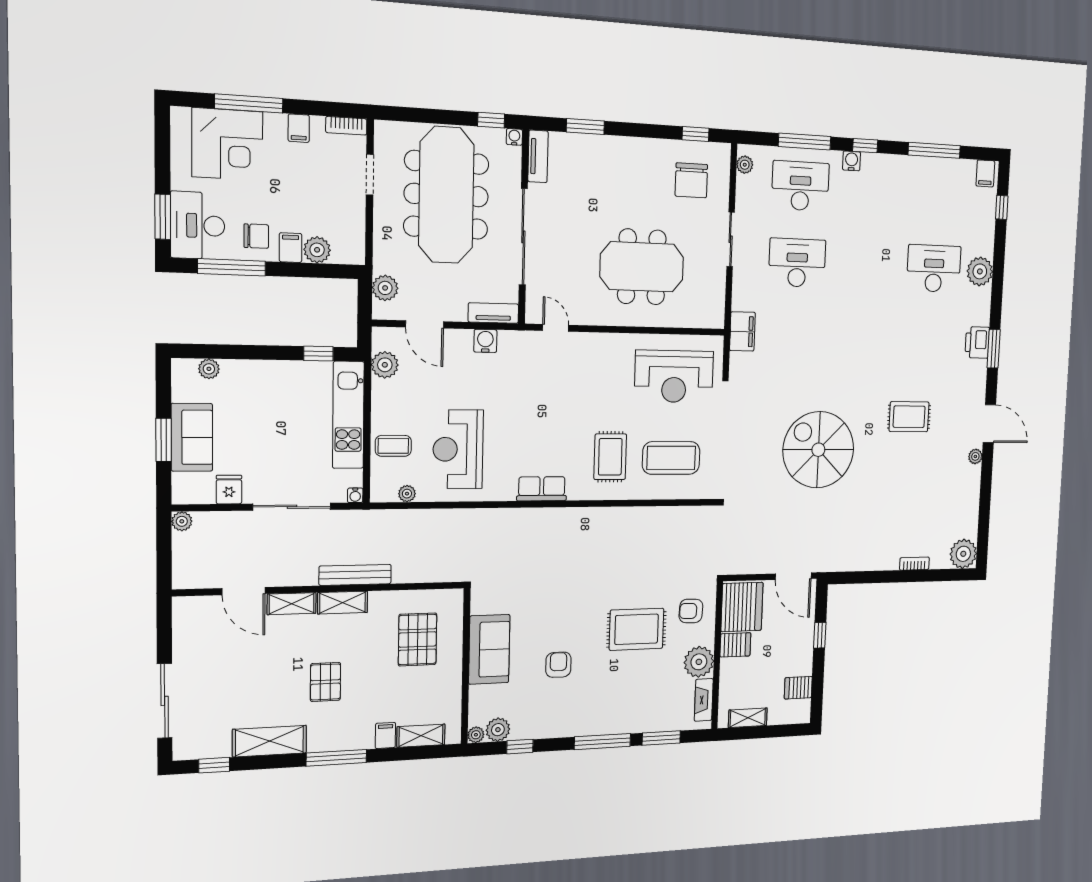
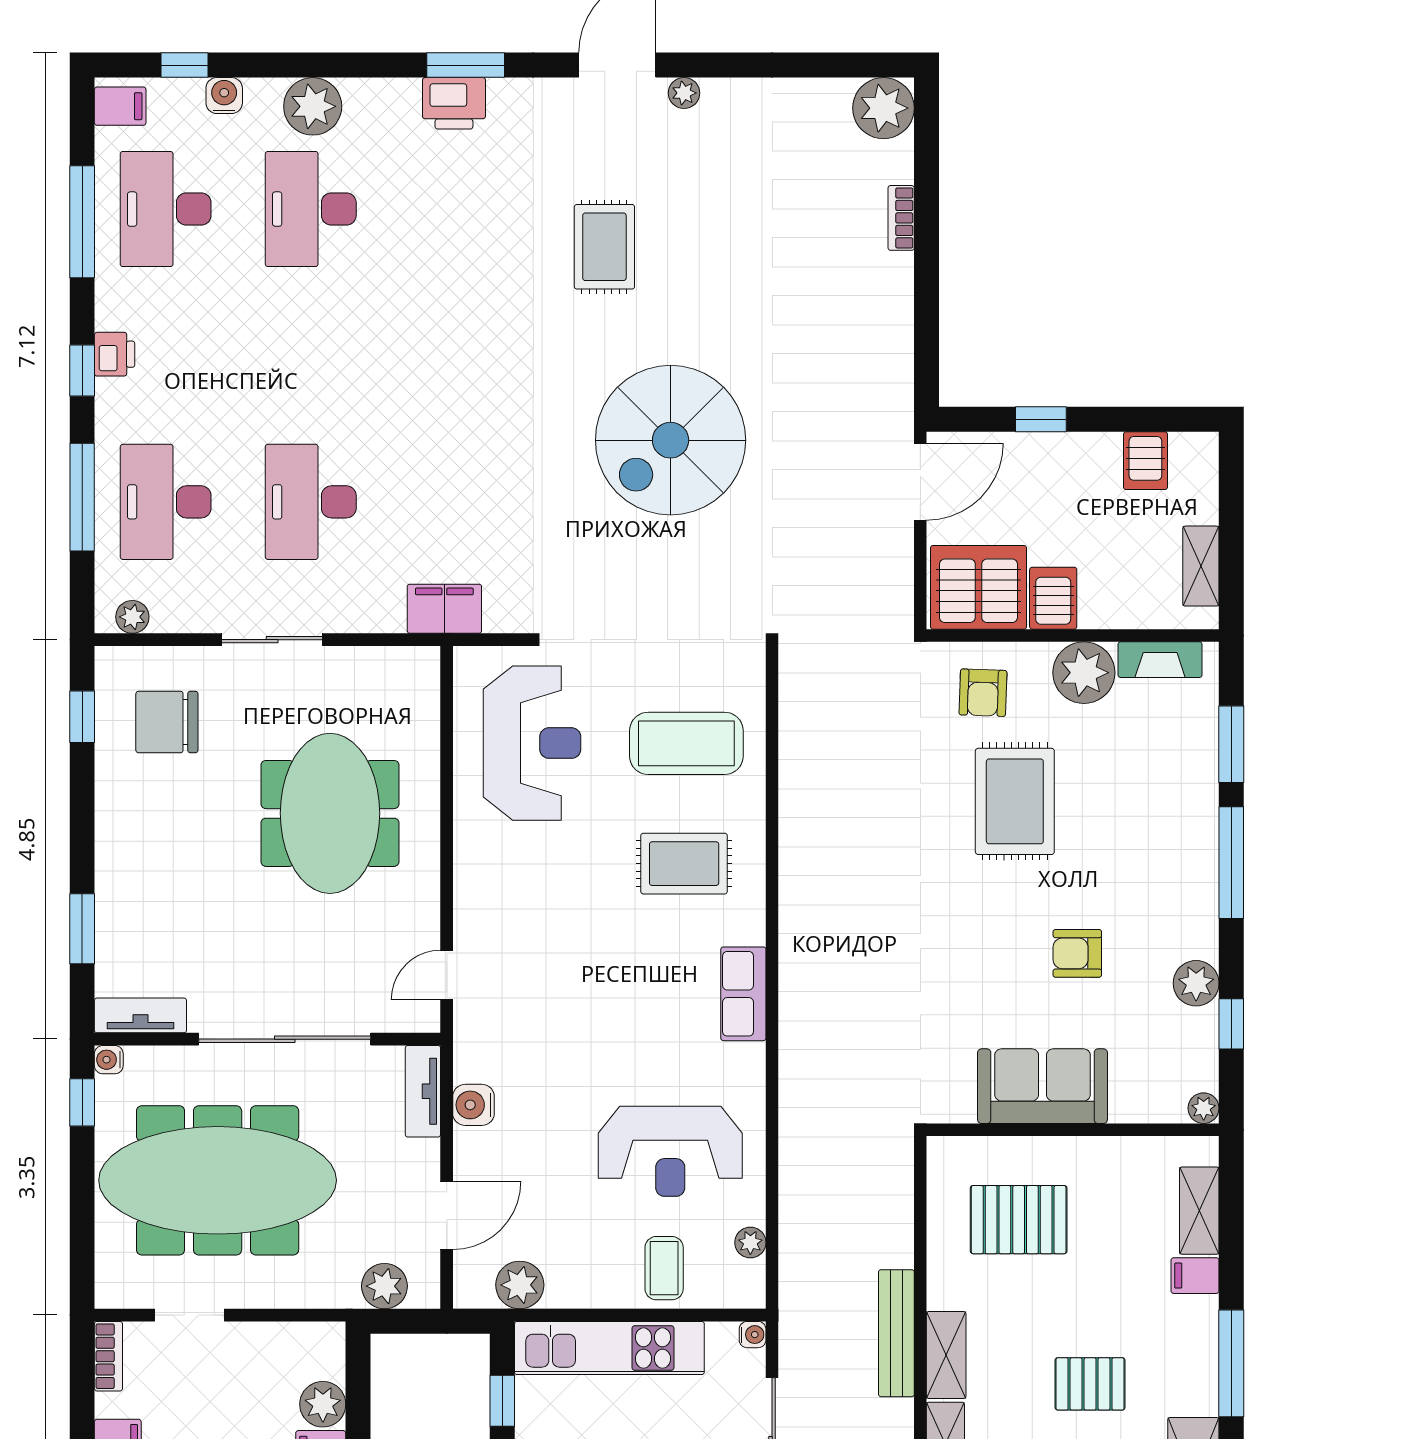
water cooler: (852, 161) -> (224, 96), moved, turned 90
printer: (872, 163) -> (115, 354), added
chair: (691, 180) -> (167, 722), turned 180
desk: (938, 194) -> (166, 209), added
coffee table: (671, 458) -> (686, 743), turned 90
plant: (498, 730) -> (1196, 983), moved

